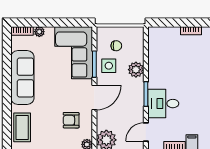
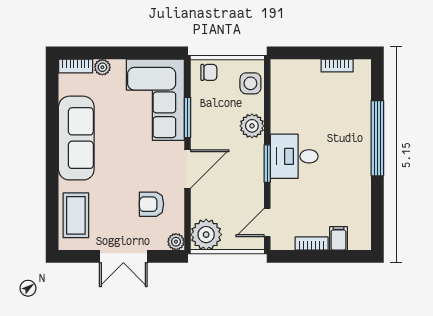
chair: (116, 46) -> (209, 72), moved
side table: (109, 66) -> (250, 83), moved
desk: (163, 104) -> (294, 156), moved

